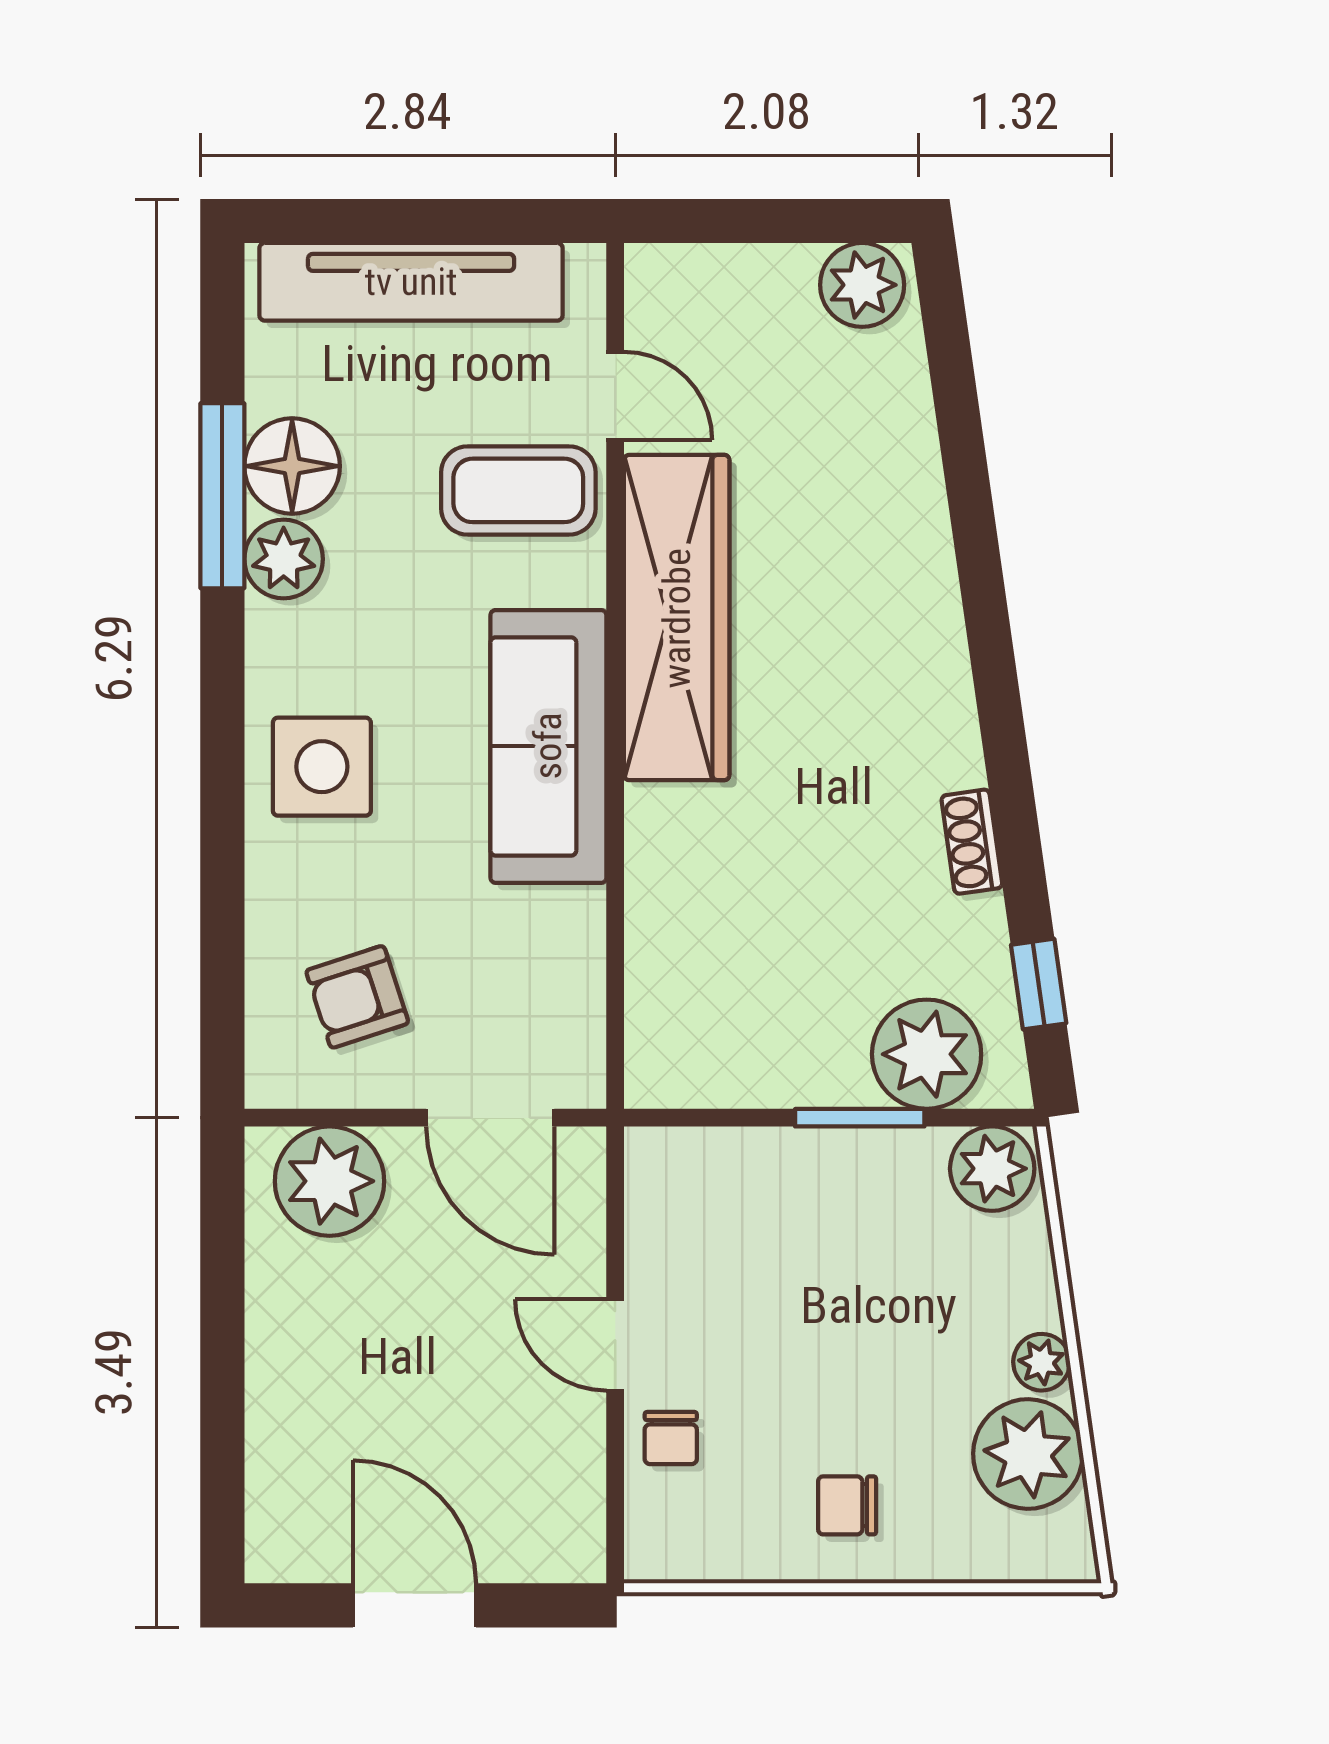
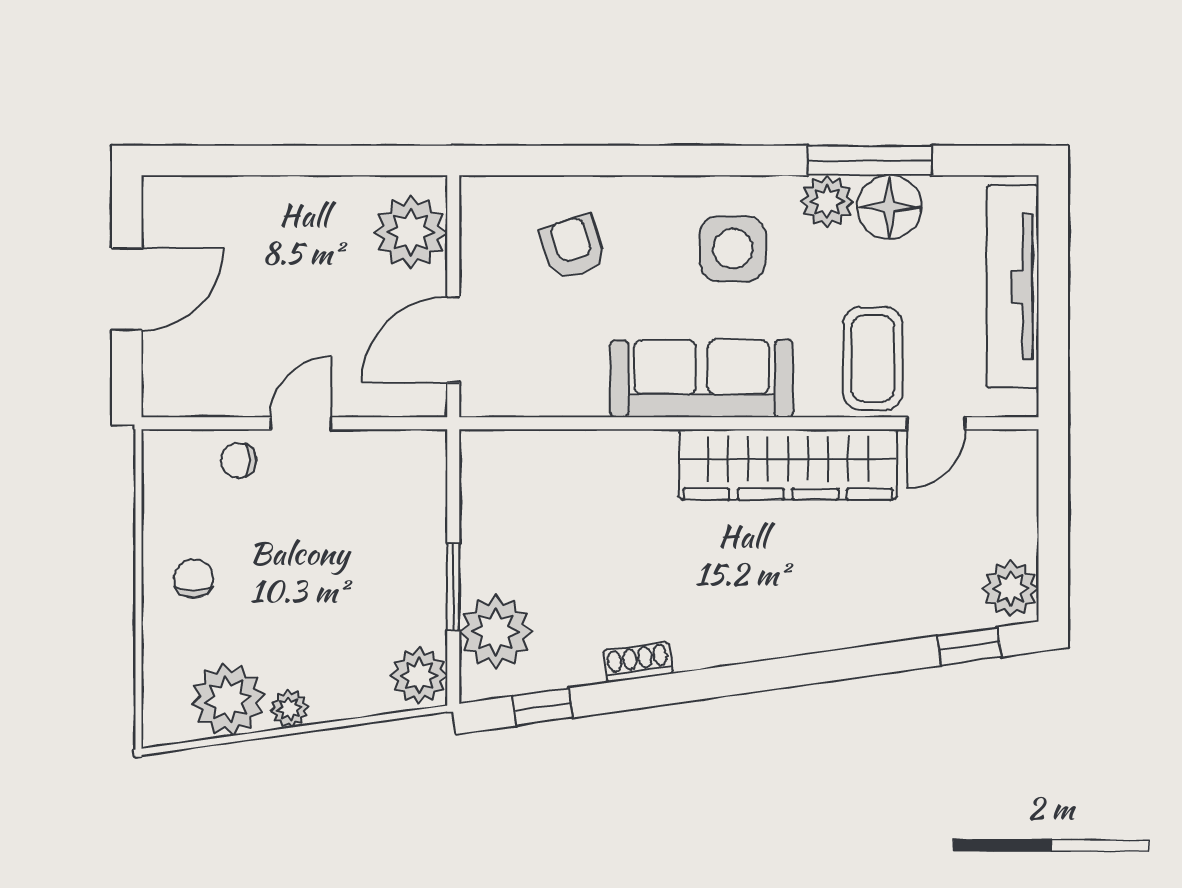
window: (948, 347) -> (969, 646), added
side table: (322, 767) -> (733, 249), moved
armchair: (357, 997) -> (573, 247), moved

